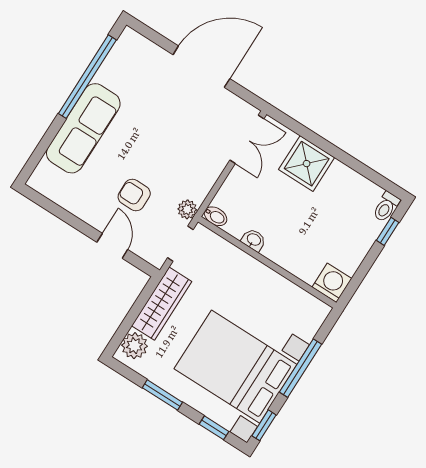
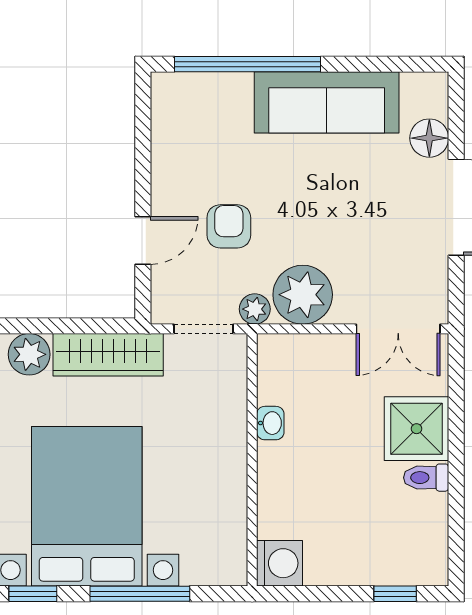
floor lamp: (155, 58) -> (429, 138), added
window: (87, 77) -> (248, 64), moved
sofa: (83, 128) -> (327, 102), moved
plant: (196, 179) -> (303, 295), added
toilet: (386, 207) -> (426, 478), moved
bidet: (216, 216) -> (270, 352), removed

